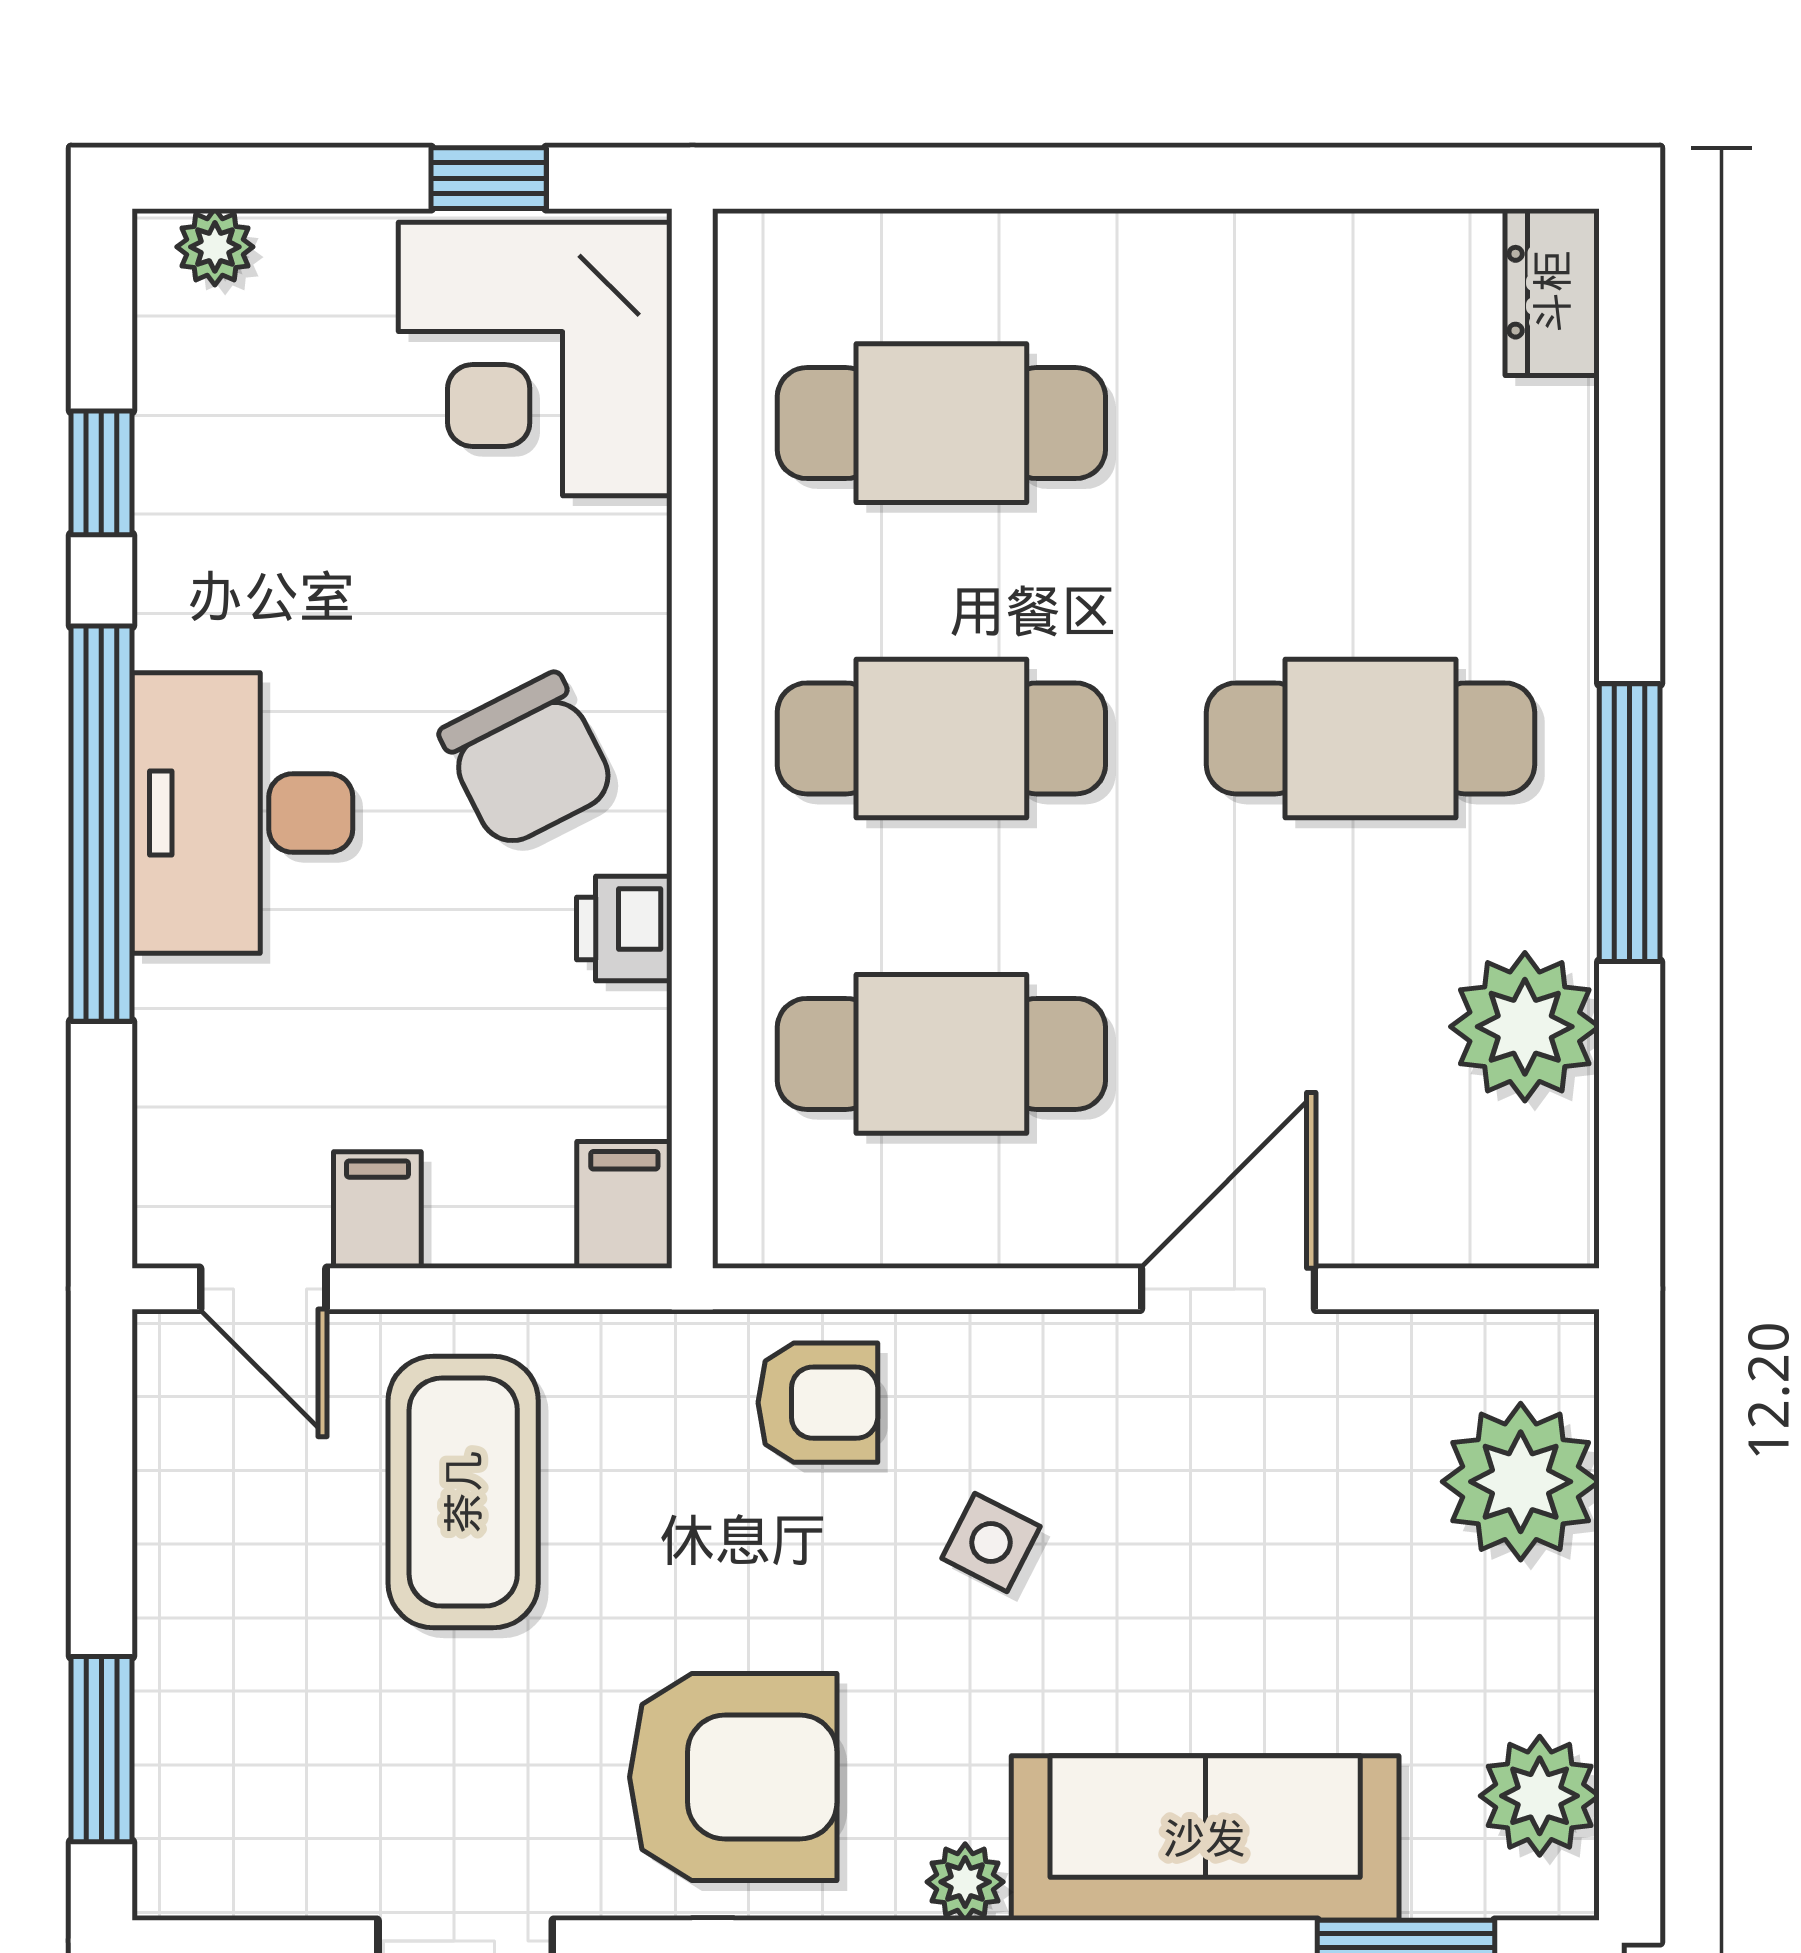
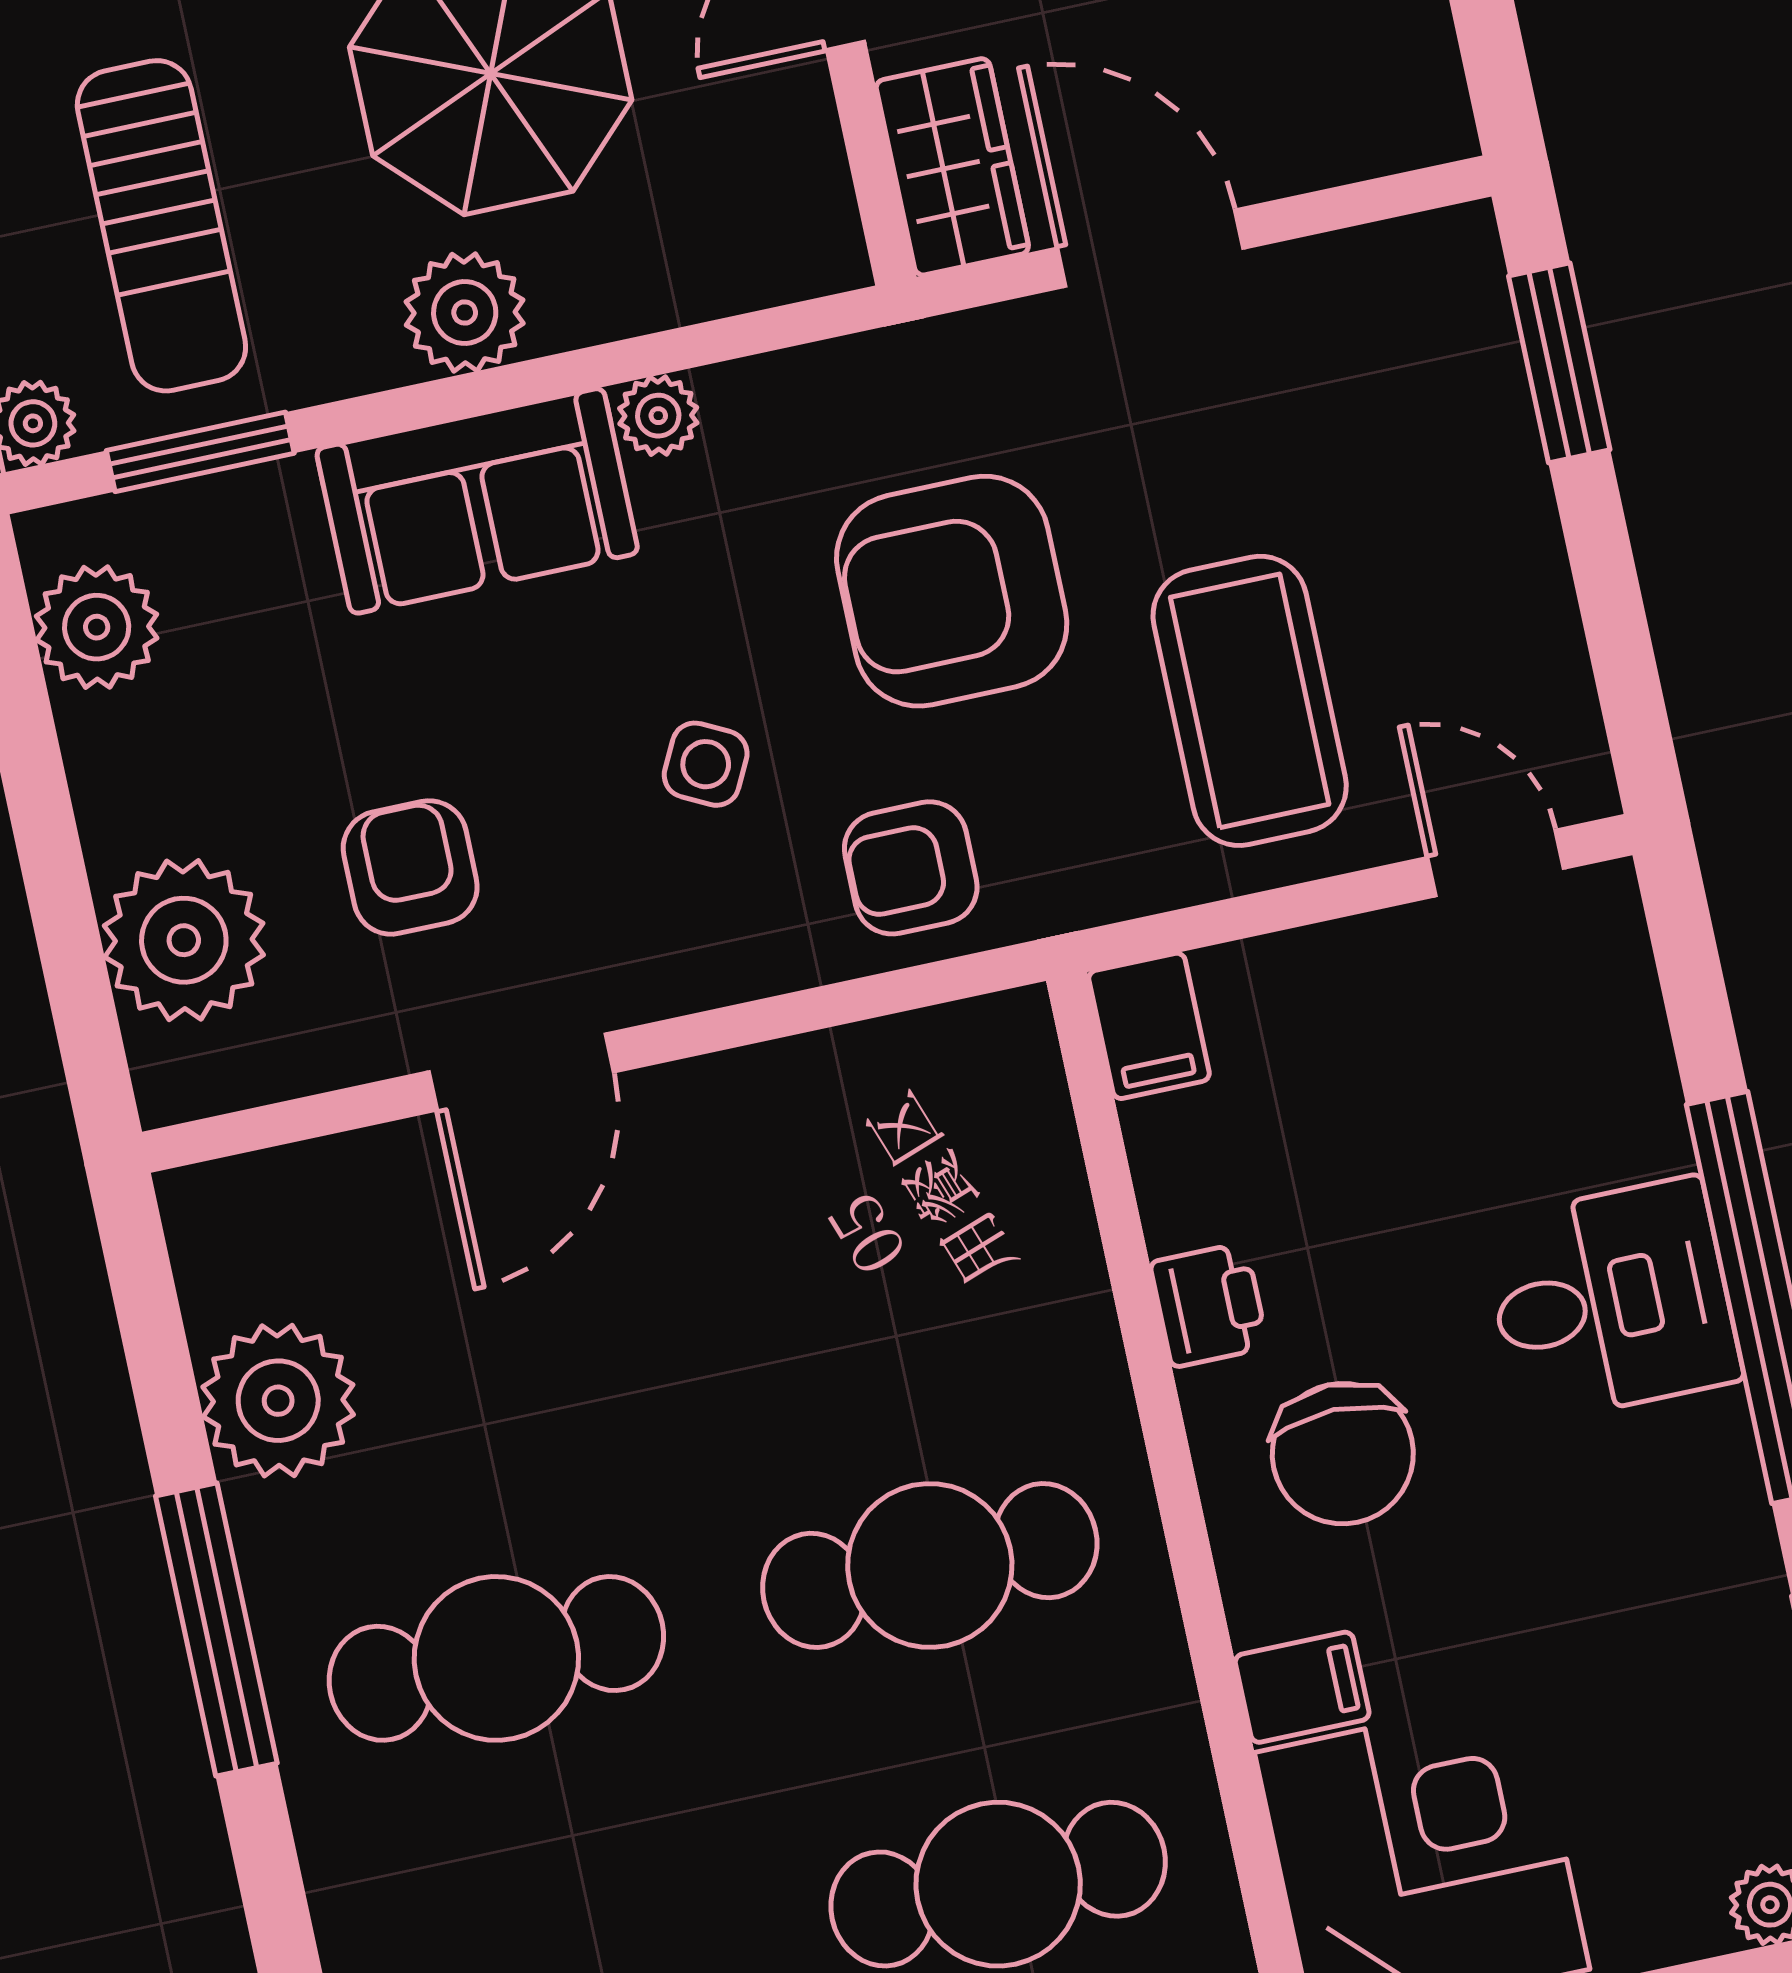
chair: (528, 761) -> (1343, 1454), turned -153
desk: (242, 813) -> (1611, 1300), width x0.73
cafe table: (941, 1054) -> (862, 1247), removed
filing cabinet: (377, 1210) -> (1302, 1687), moved, turned -90
armchair: (1292, 1505) -> (410, 867), added
armchair: (733, 1777) -> (952, 591), moved
sofa: (1205, 1838) -> (477, 501), width x0.73

